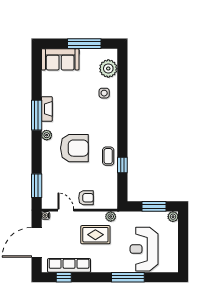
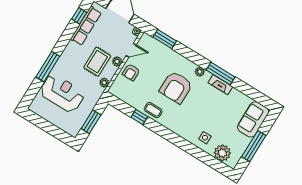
plant: (173, 217) -> (117, 62), moved

